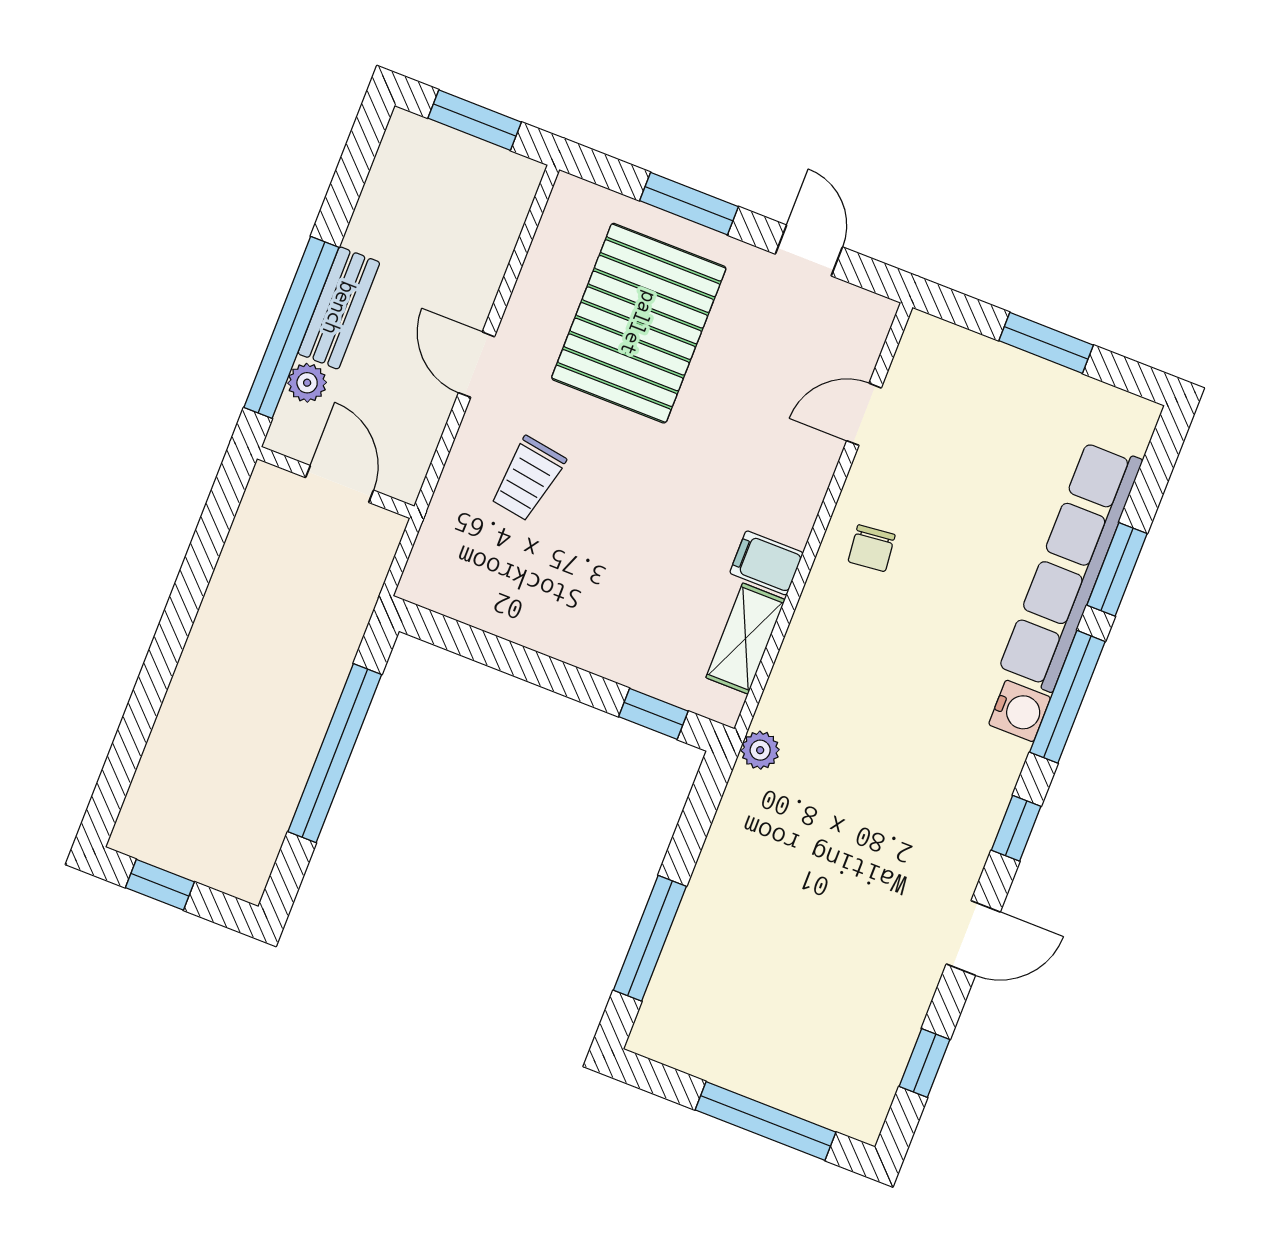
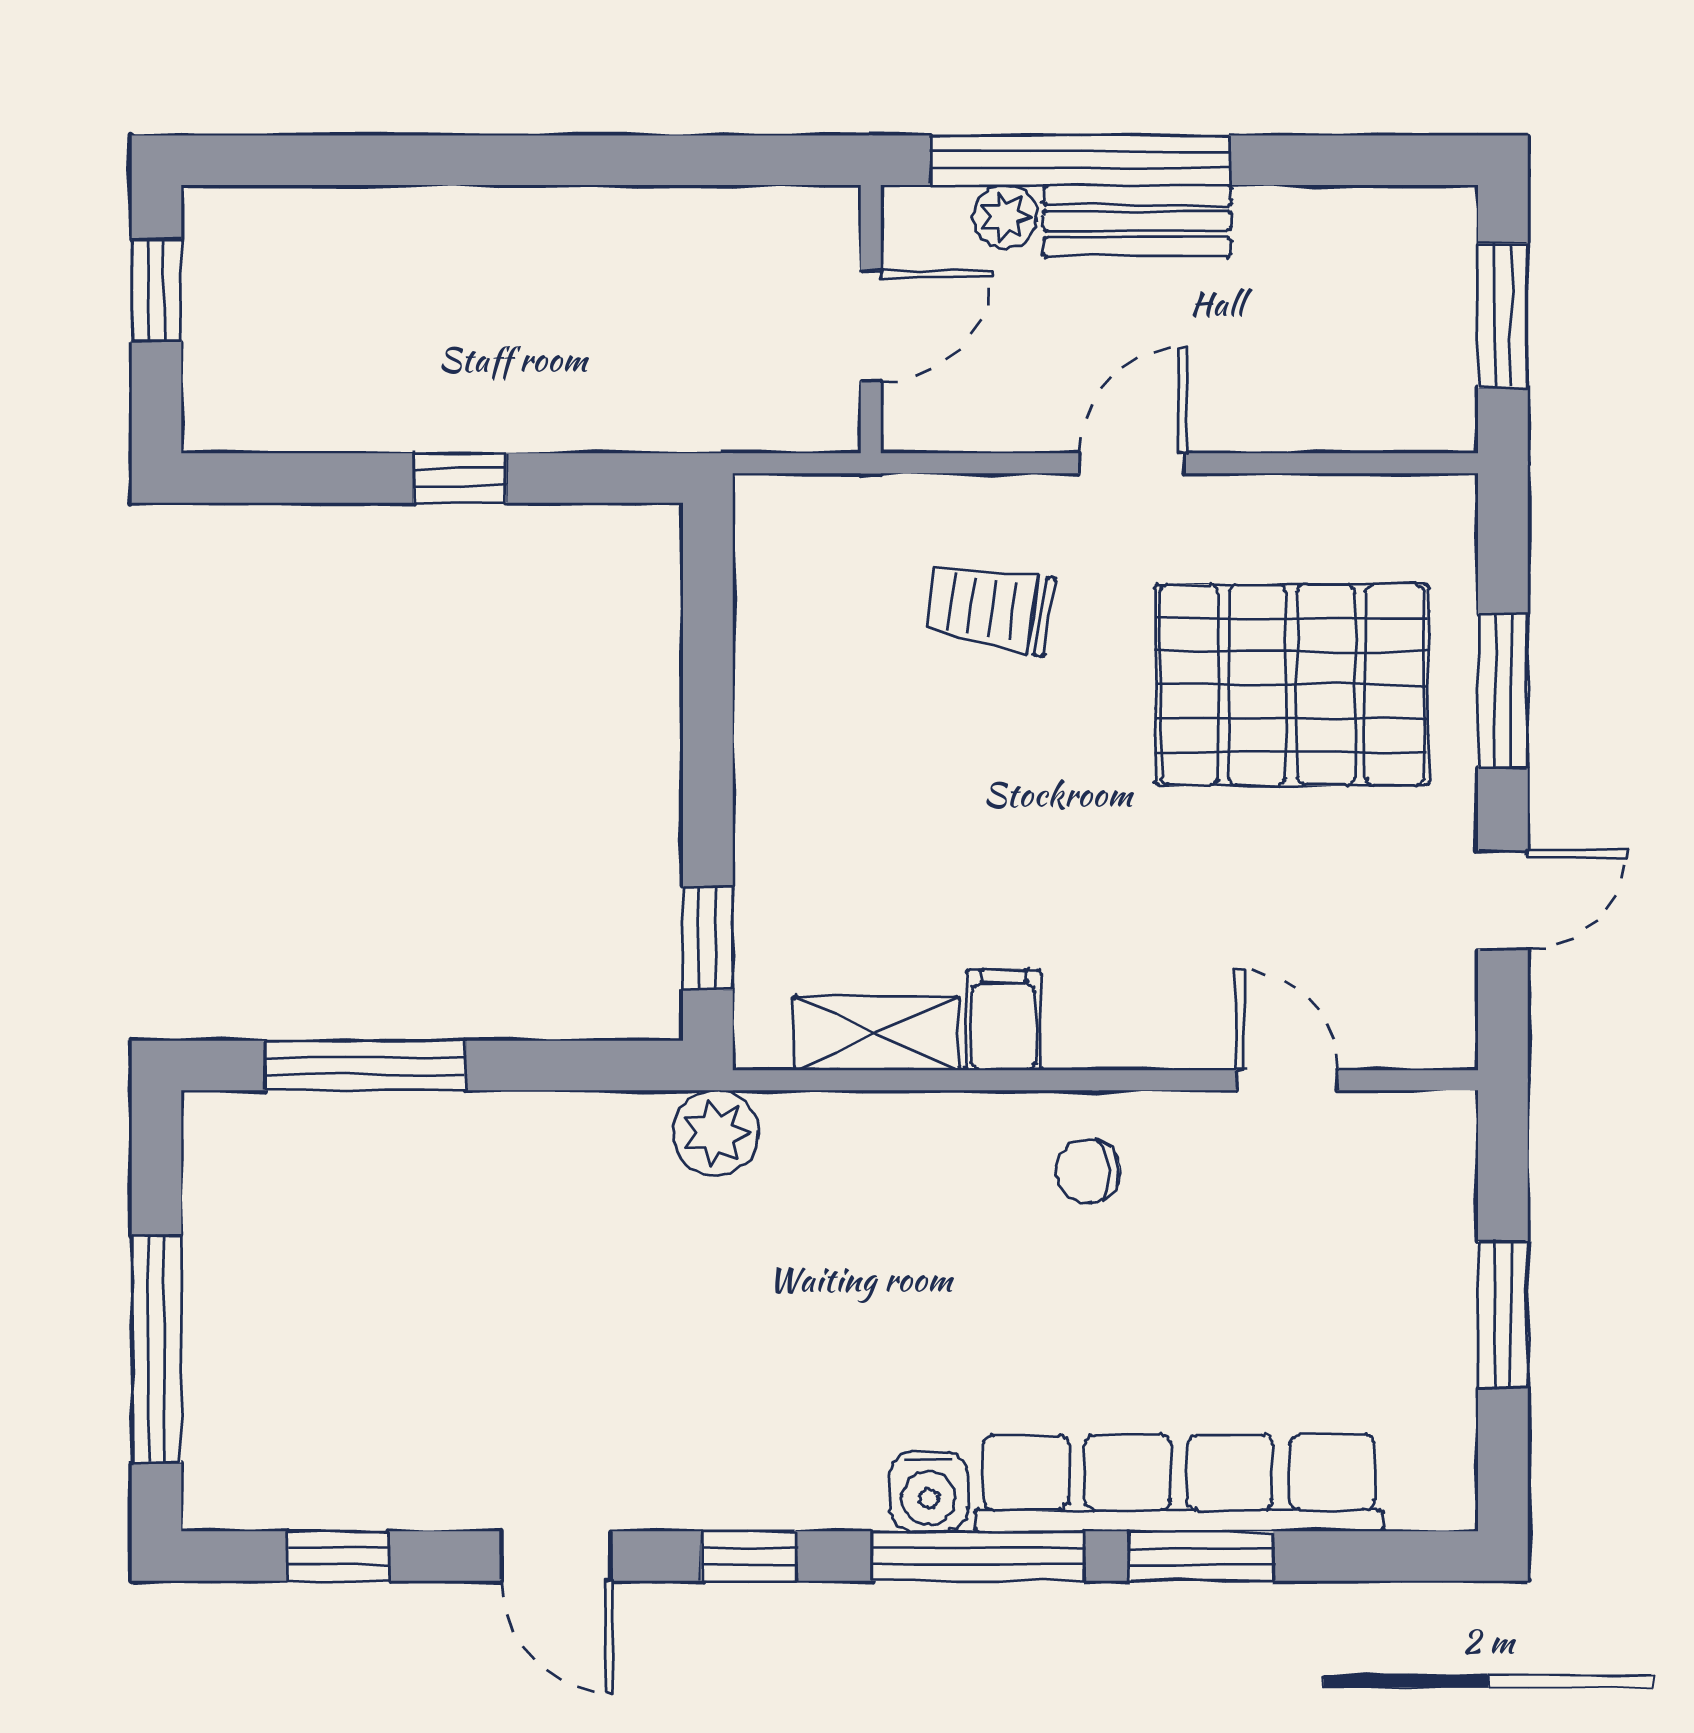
plant: (760, 750) -> (716, 1133), width x1.38, depth x1.38
window: (335, 753) -> (460, 478), width x0.32

